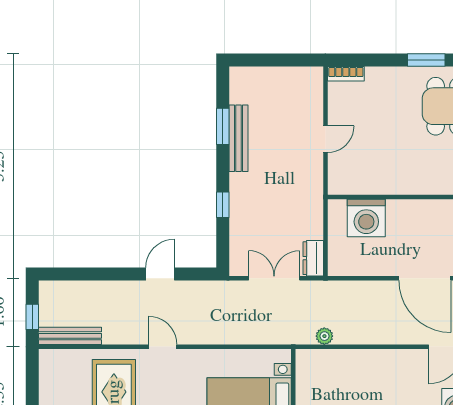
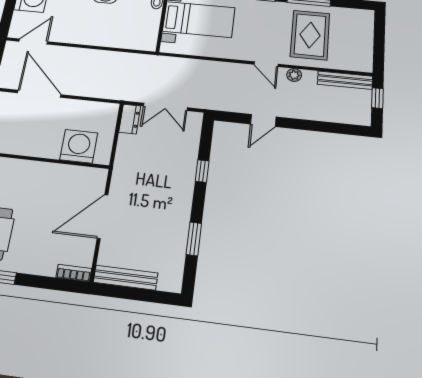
bench: (238, 138) -> (126, 278), moved, turned 90
door: (325, 139) -> (102, 216), width x1.88
plant: (324, 336) -> (294, 75), moved

